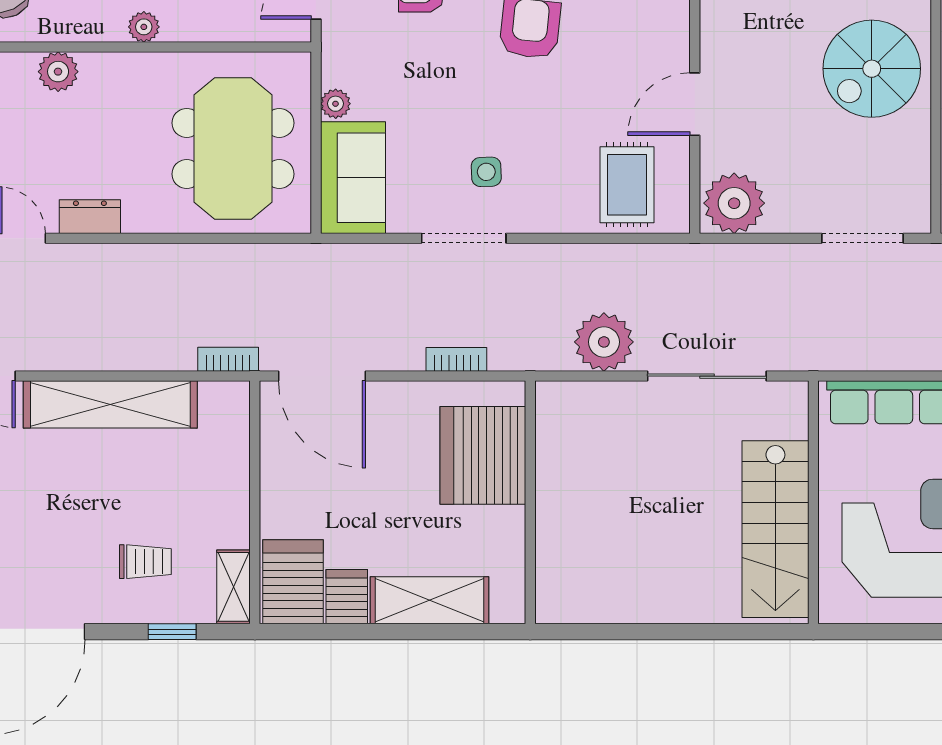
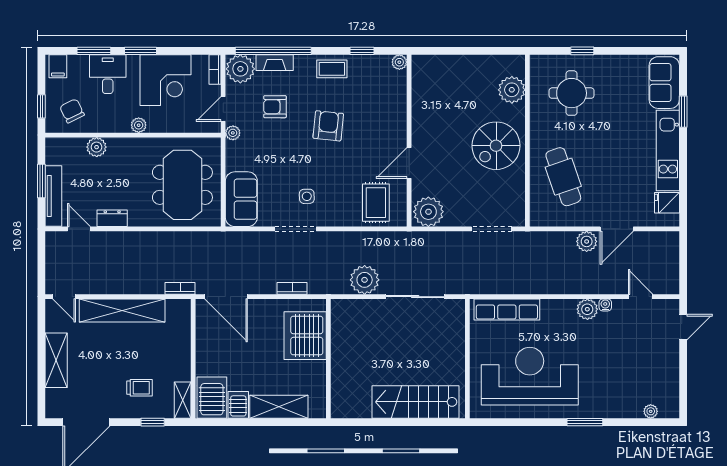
plant: (336, 104) -> (233, 133), moved
stairs: (775, 529) -> (416, 402), moved, turned 90

